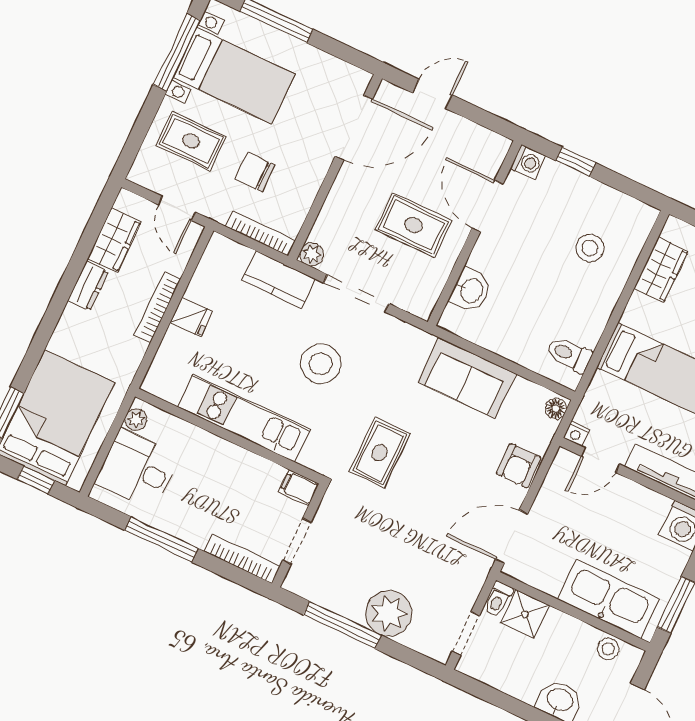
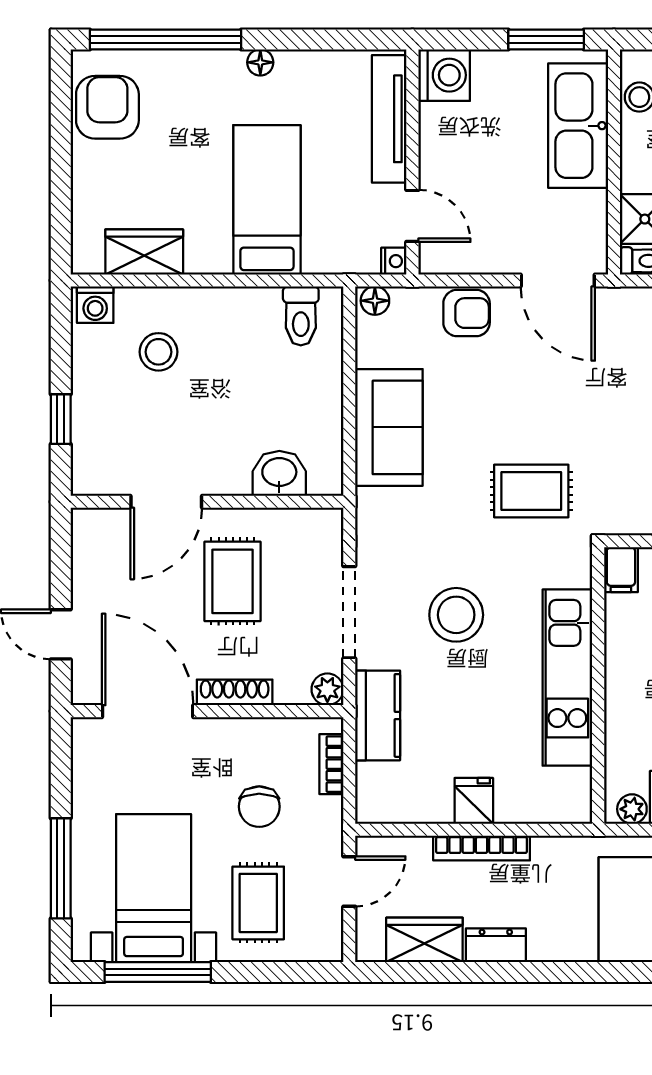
washing machine: (528, 162) -> (95, 305), moved, turned 180
shoe rack: (339, 192) -> (235, 692), added
bookcase: (261, 233) -> (331, 764), width x0.64

